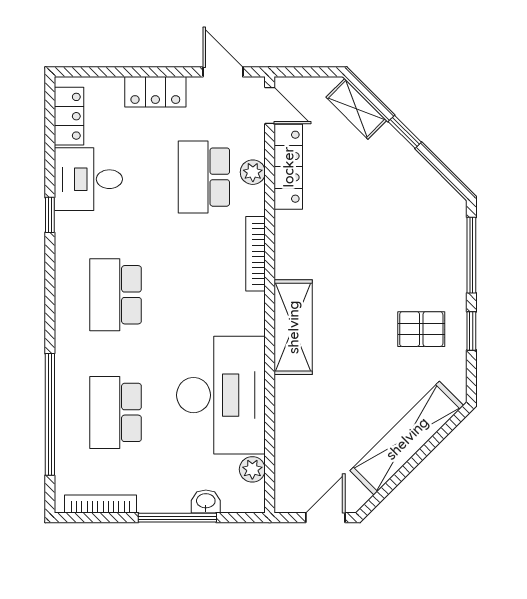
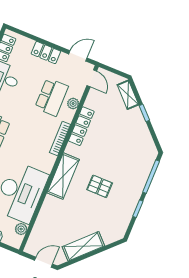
door: (223, 72) -> (78, 56), hinge flipped
locker: (288, 167) -> (81, 126), moved
school desk: (204, 177) -> (52, 97), turned 180
pallet: (421, 329) -> (100, 186), moved
shelving: (407, 438) -> (83, 246), width x0.68

